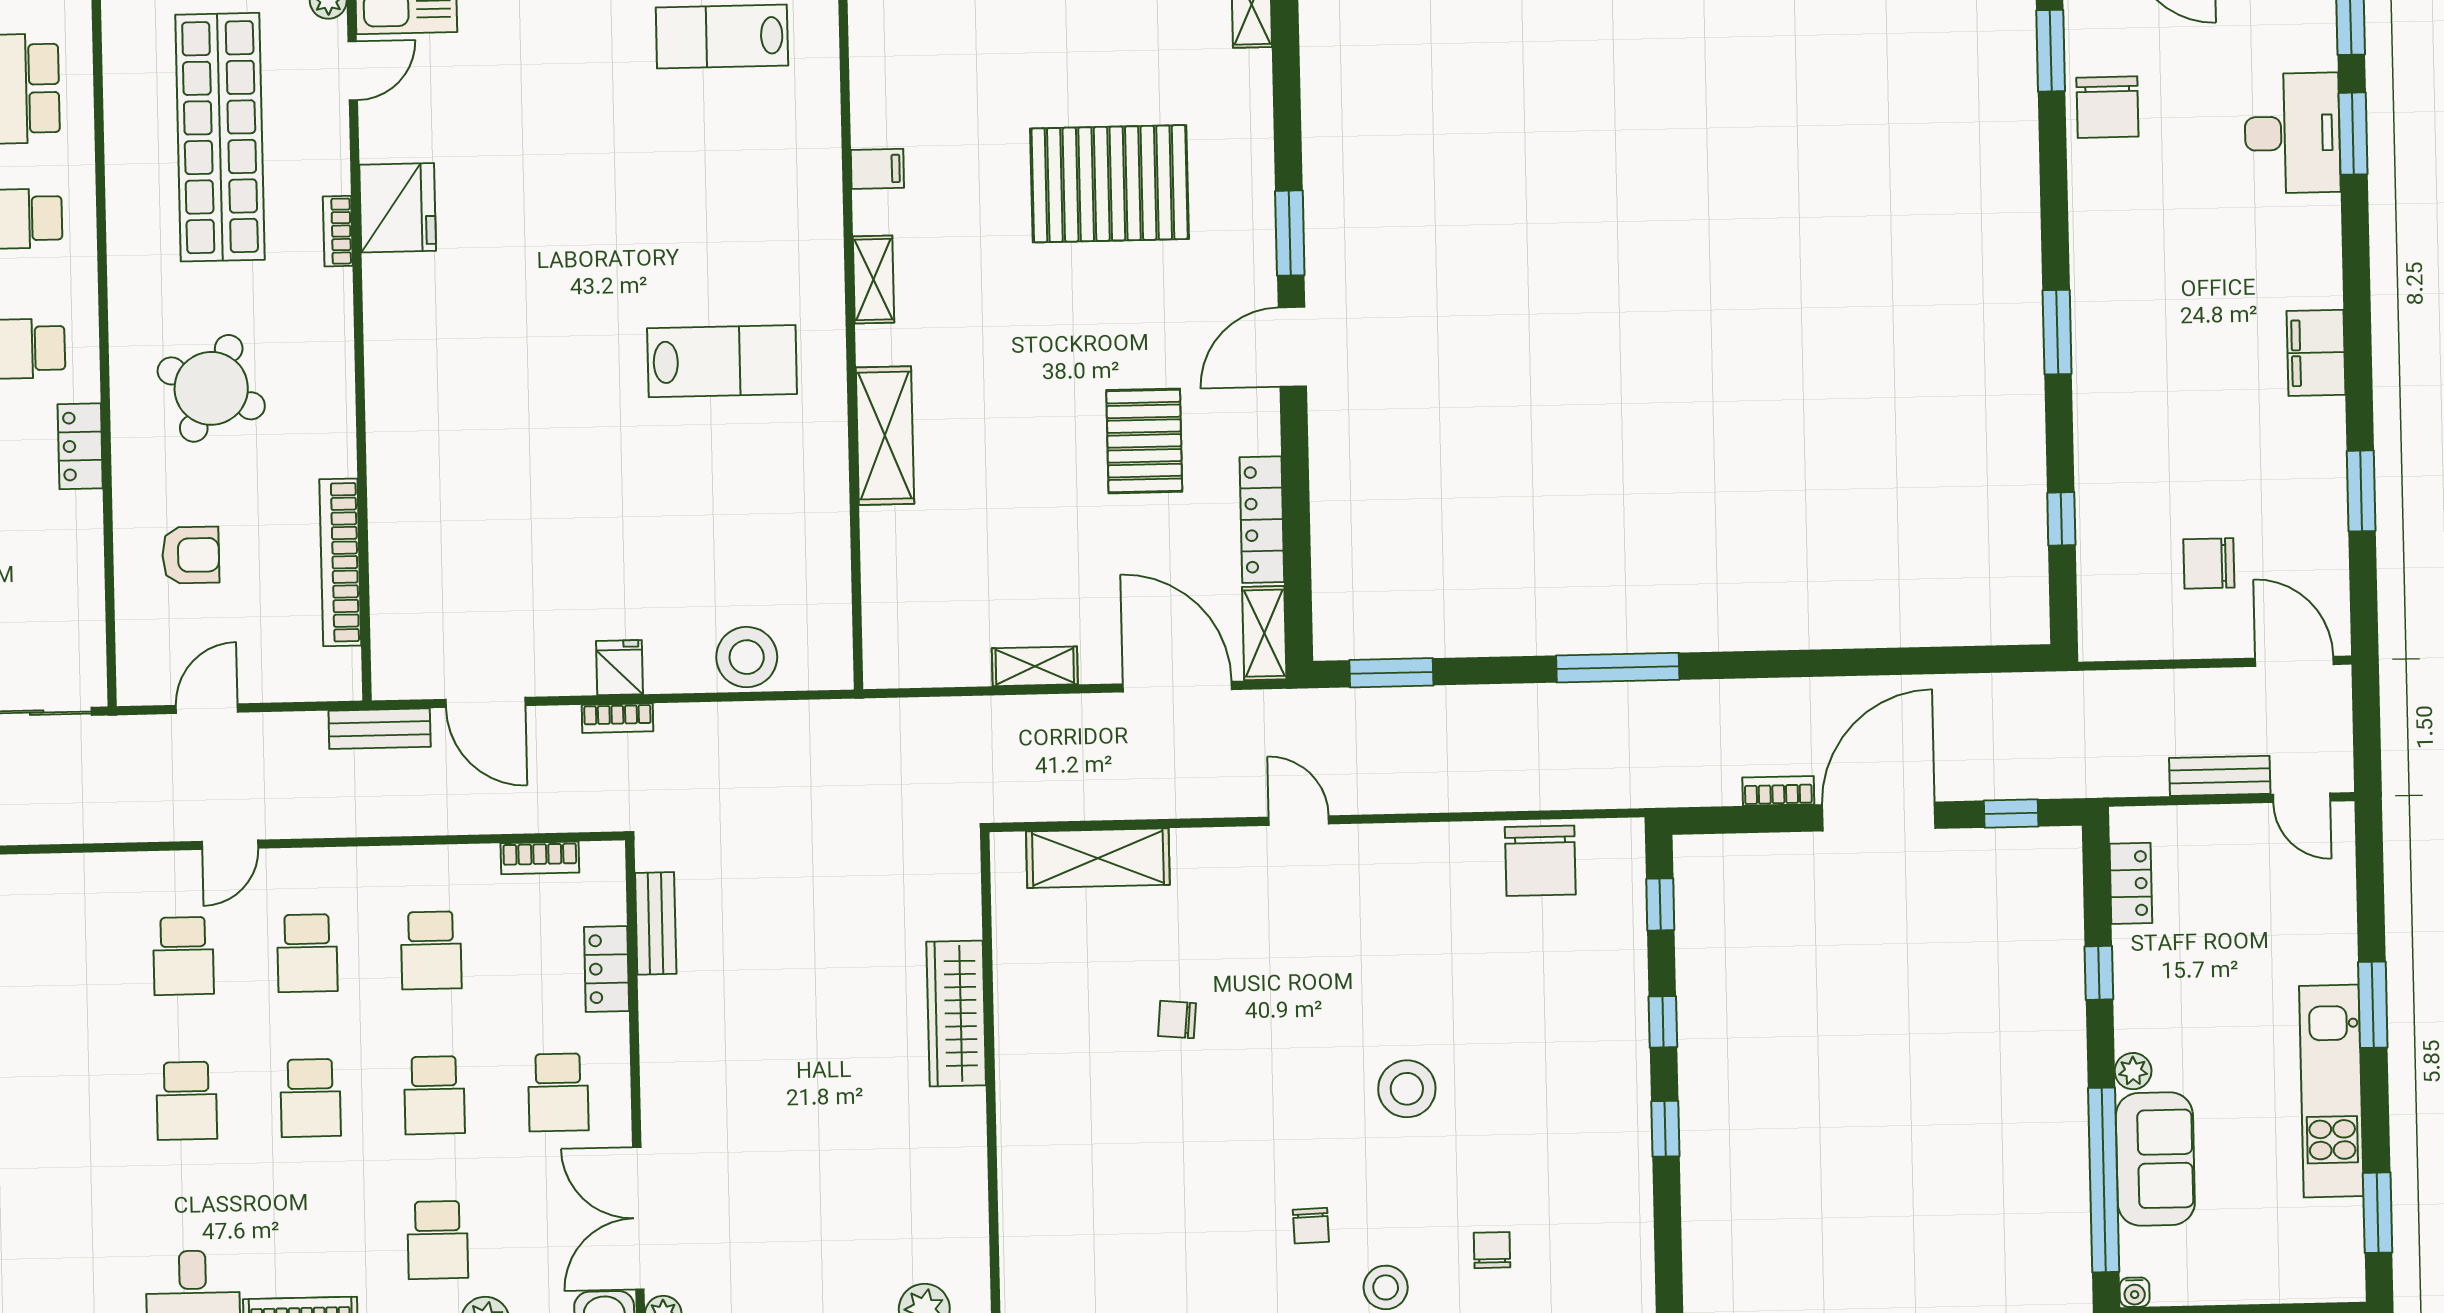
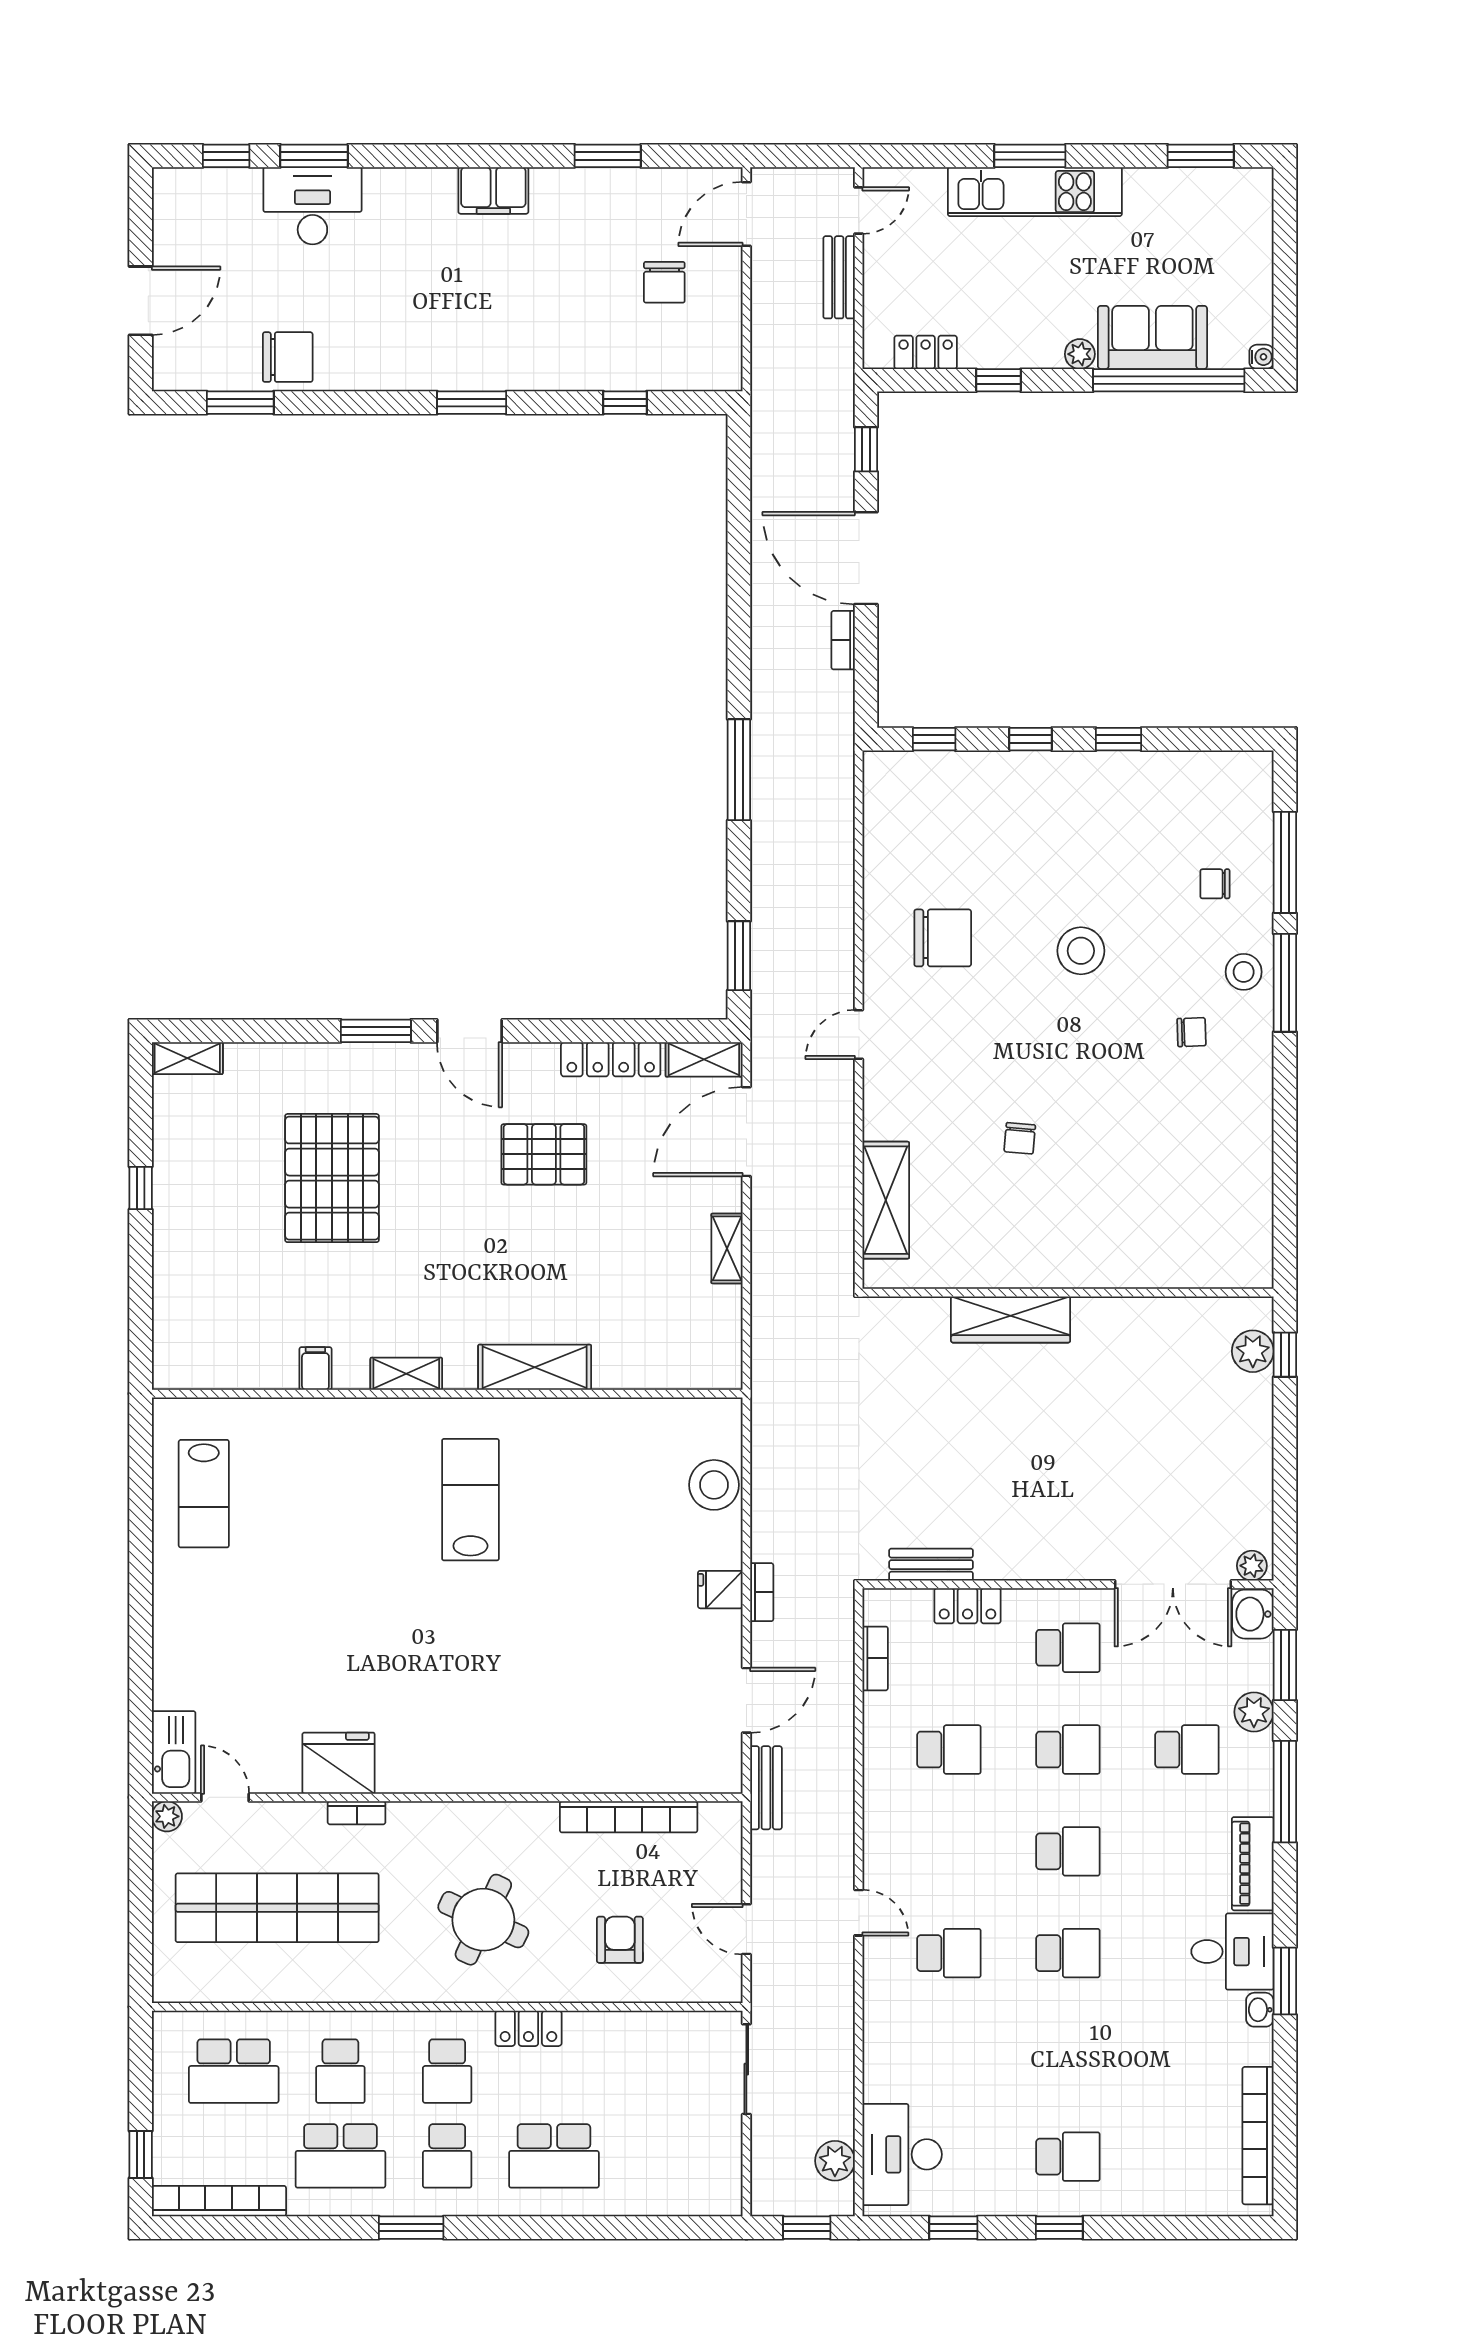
chair: (1540, 861) -> (943, 938), moved
school desk: (307, 953) -> (949, 1851), removed
kitchen unit: (2331, 1091) -> (1035, 192), moved

